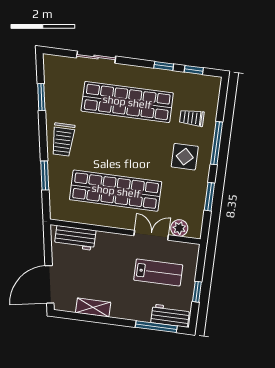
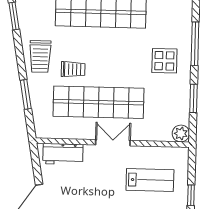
trolley: (192, 118) -> (73, 69), moved, turned 180
plant: (179, 228) -> (181, 133), moved
double door: (151, 235) -> (113, 143), moved

